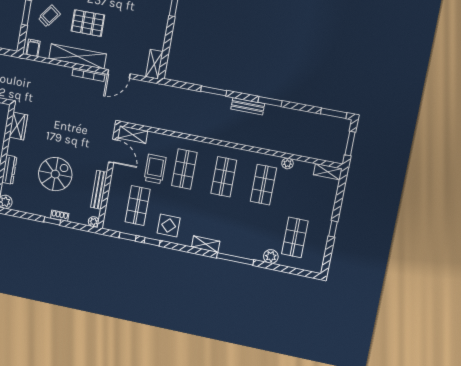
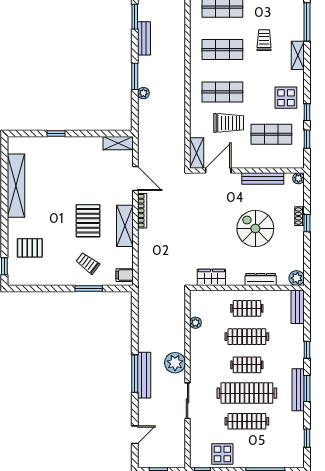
shelving: (77, 56) -> (125, 226), width x0.68
plant: (197, 96) -> (143, 93), added
trolley: (155, 169) -> (229, 123), turned 180
trolley: (226, 216) -> (264, 40), added

